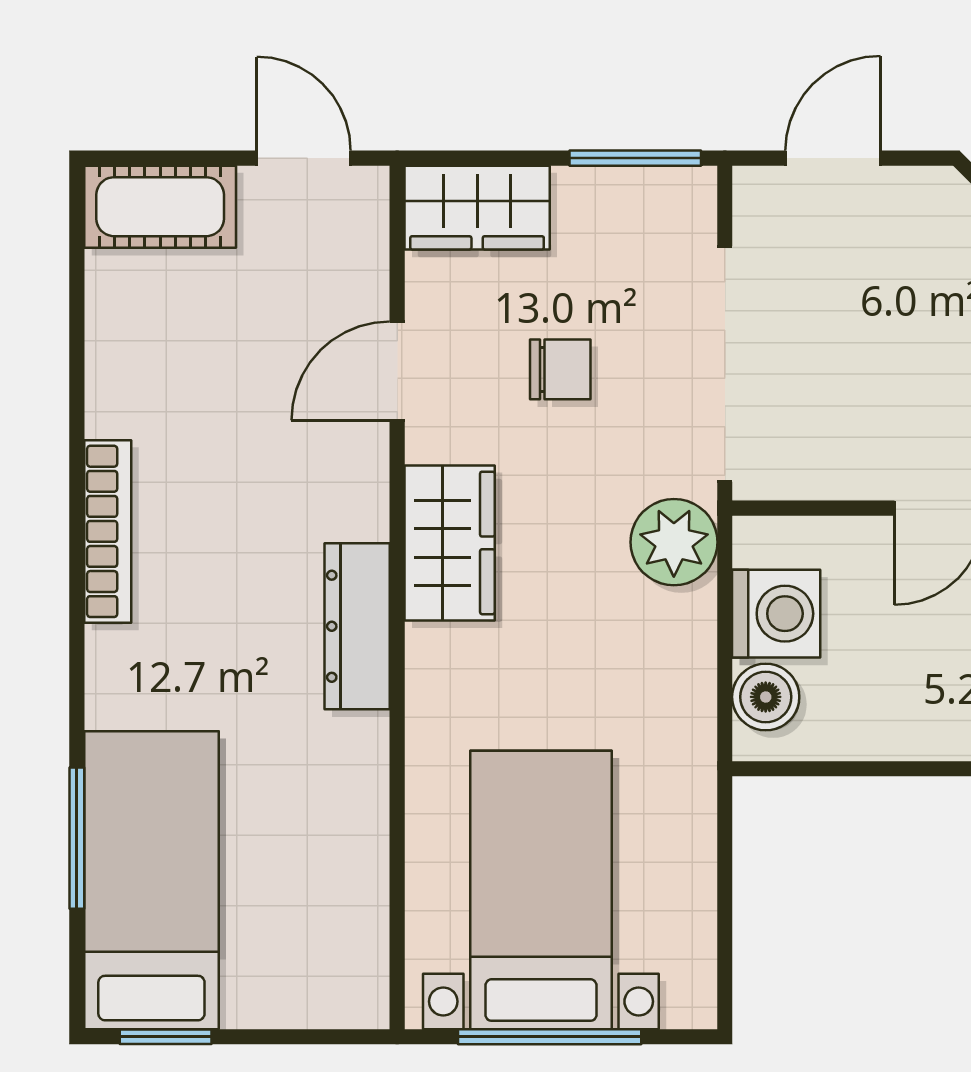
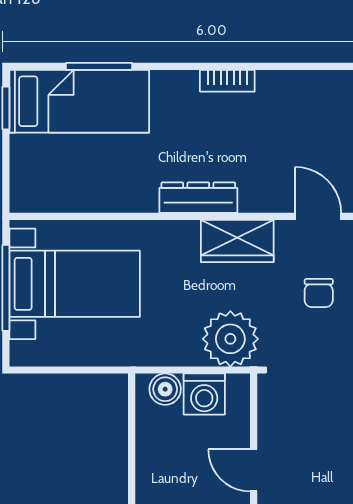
bookcase: (108, 531) -> (227, 81), width x0.64
plant: (674, 542) -> (230, 339), width x1.36, depth x1.36

